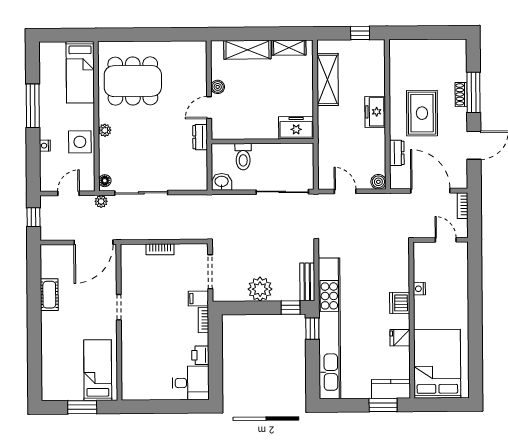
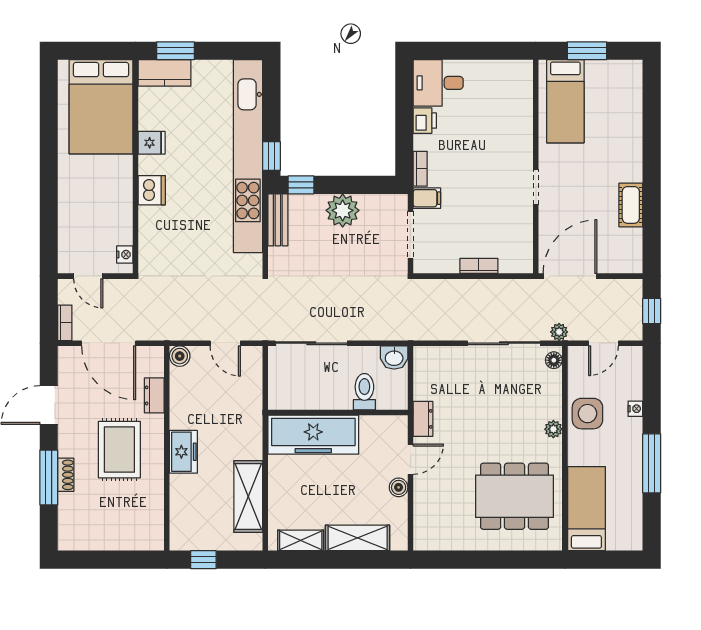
freezer: (296, 128) -> (313, 435), width x1.91, depth x1.26
nightstand: (419, 289) -> (125, 255), moved

